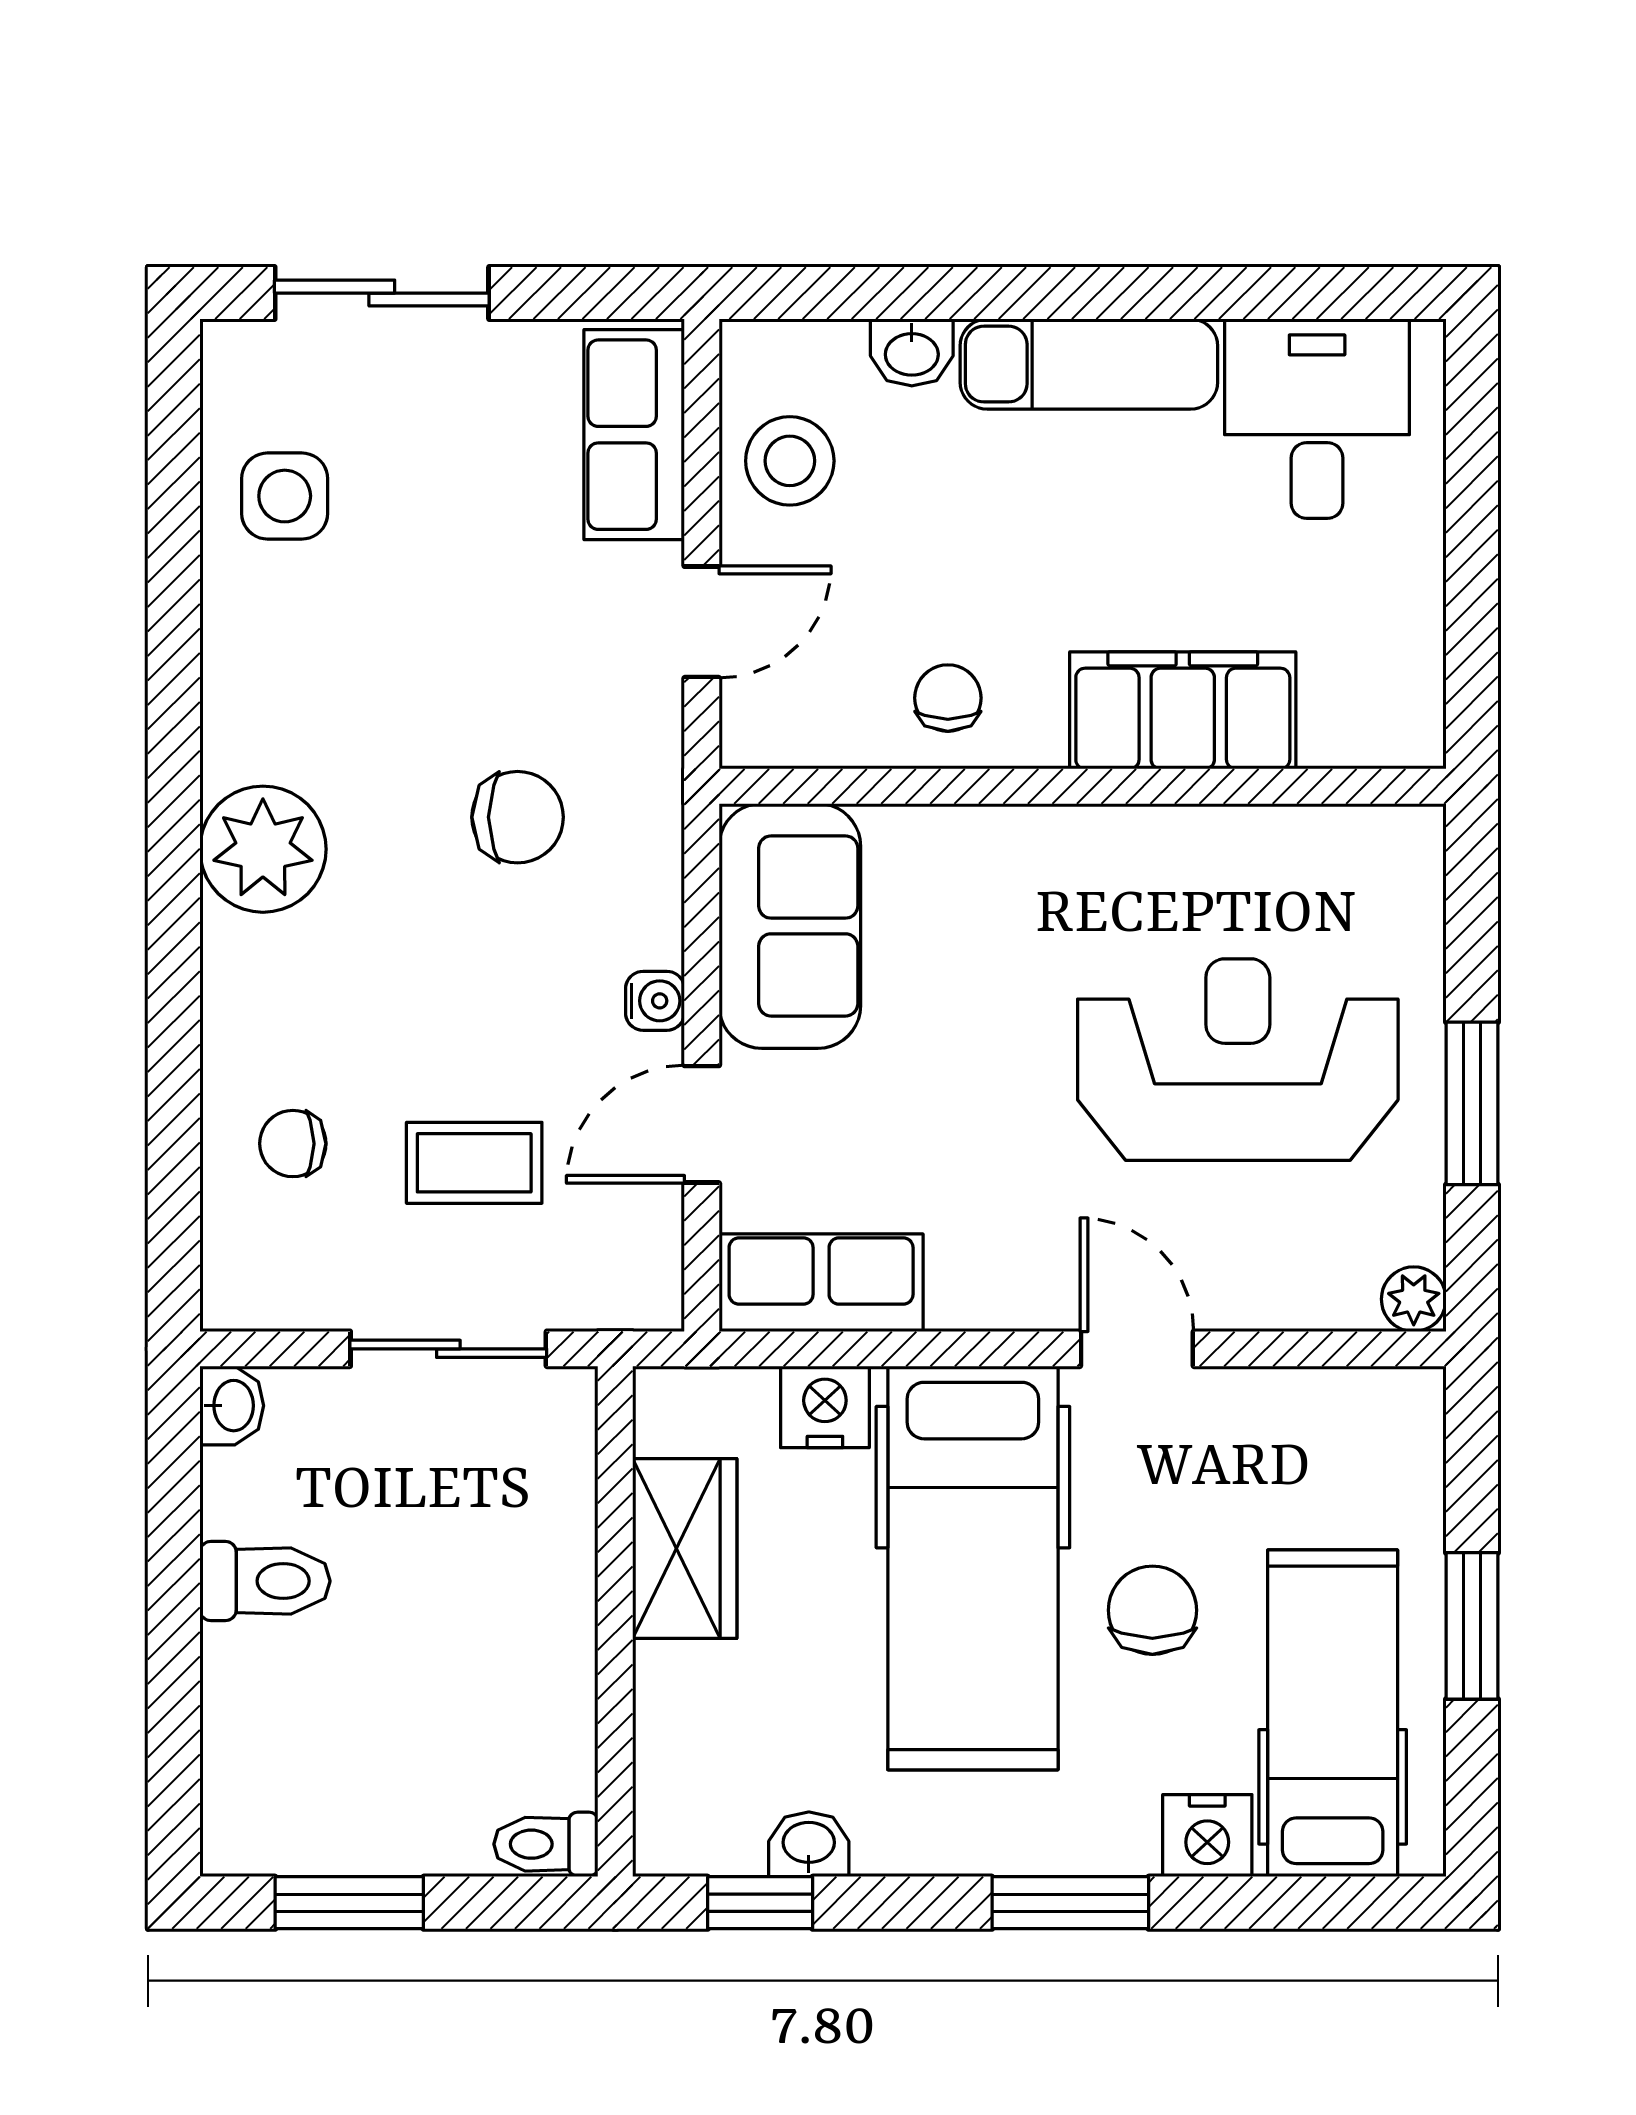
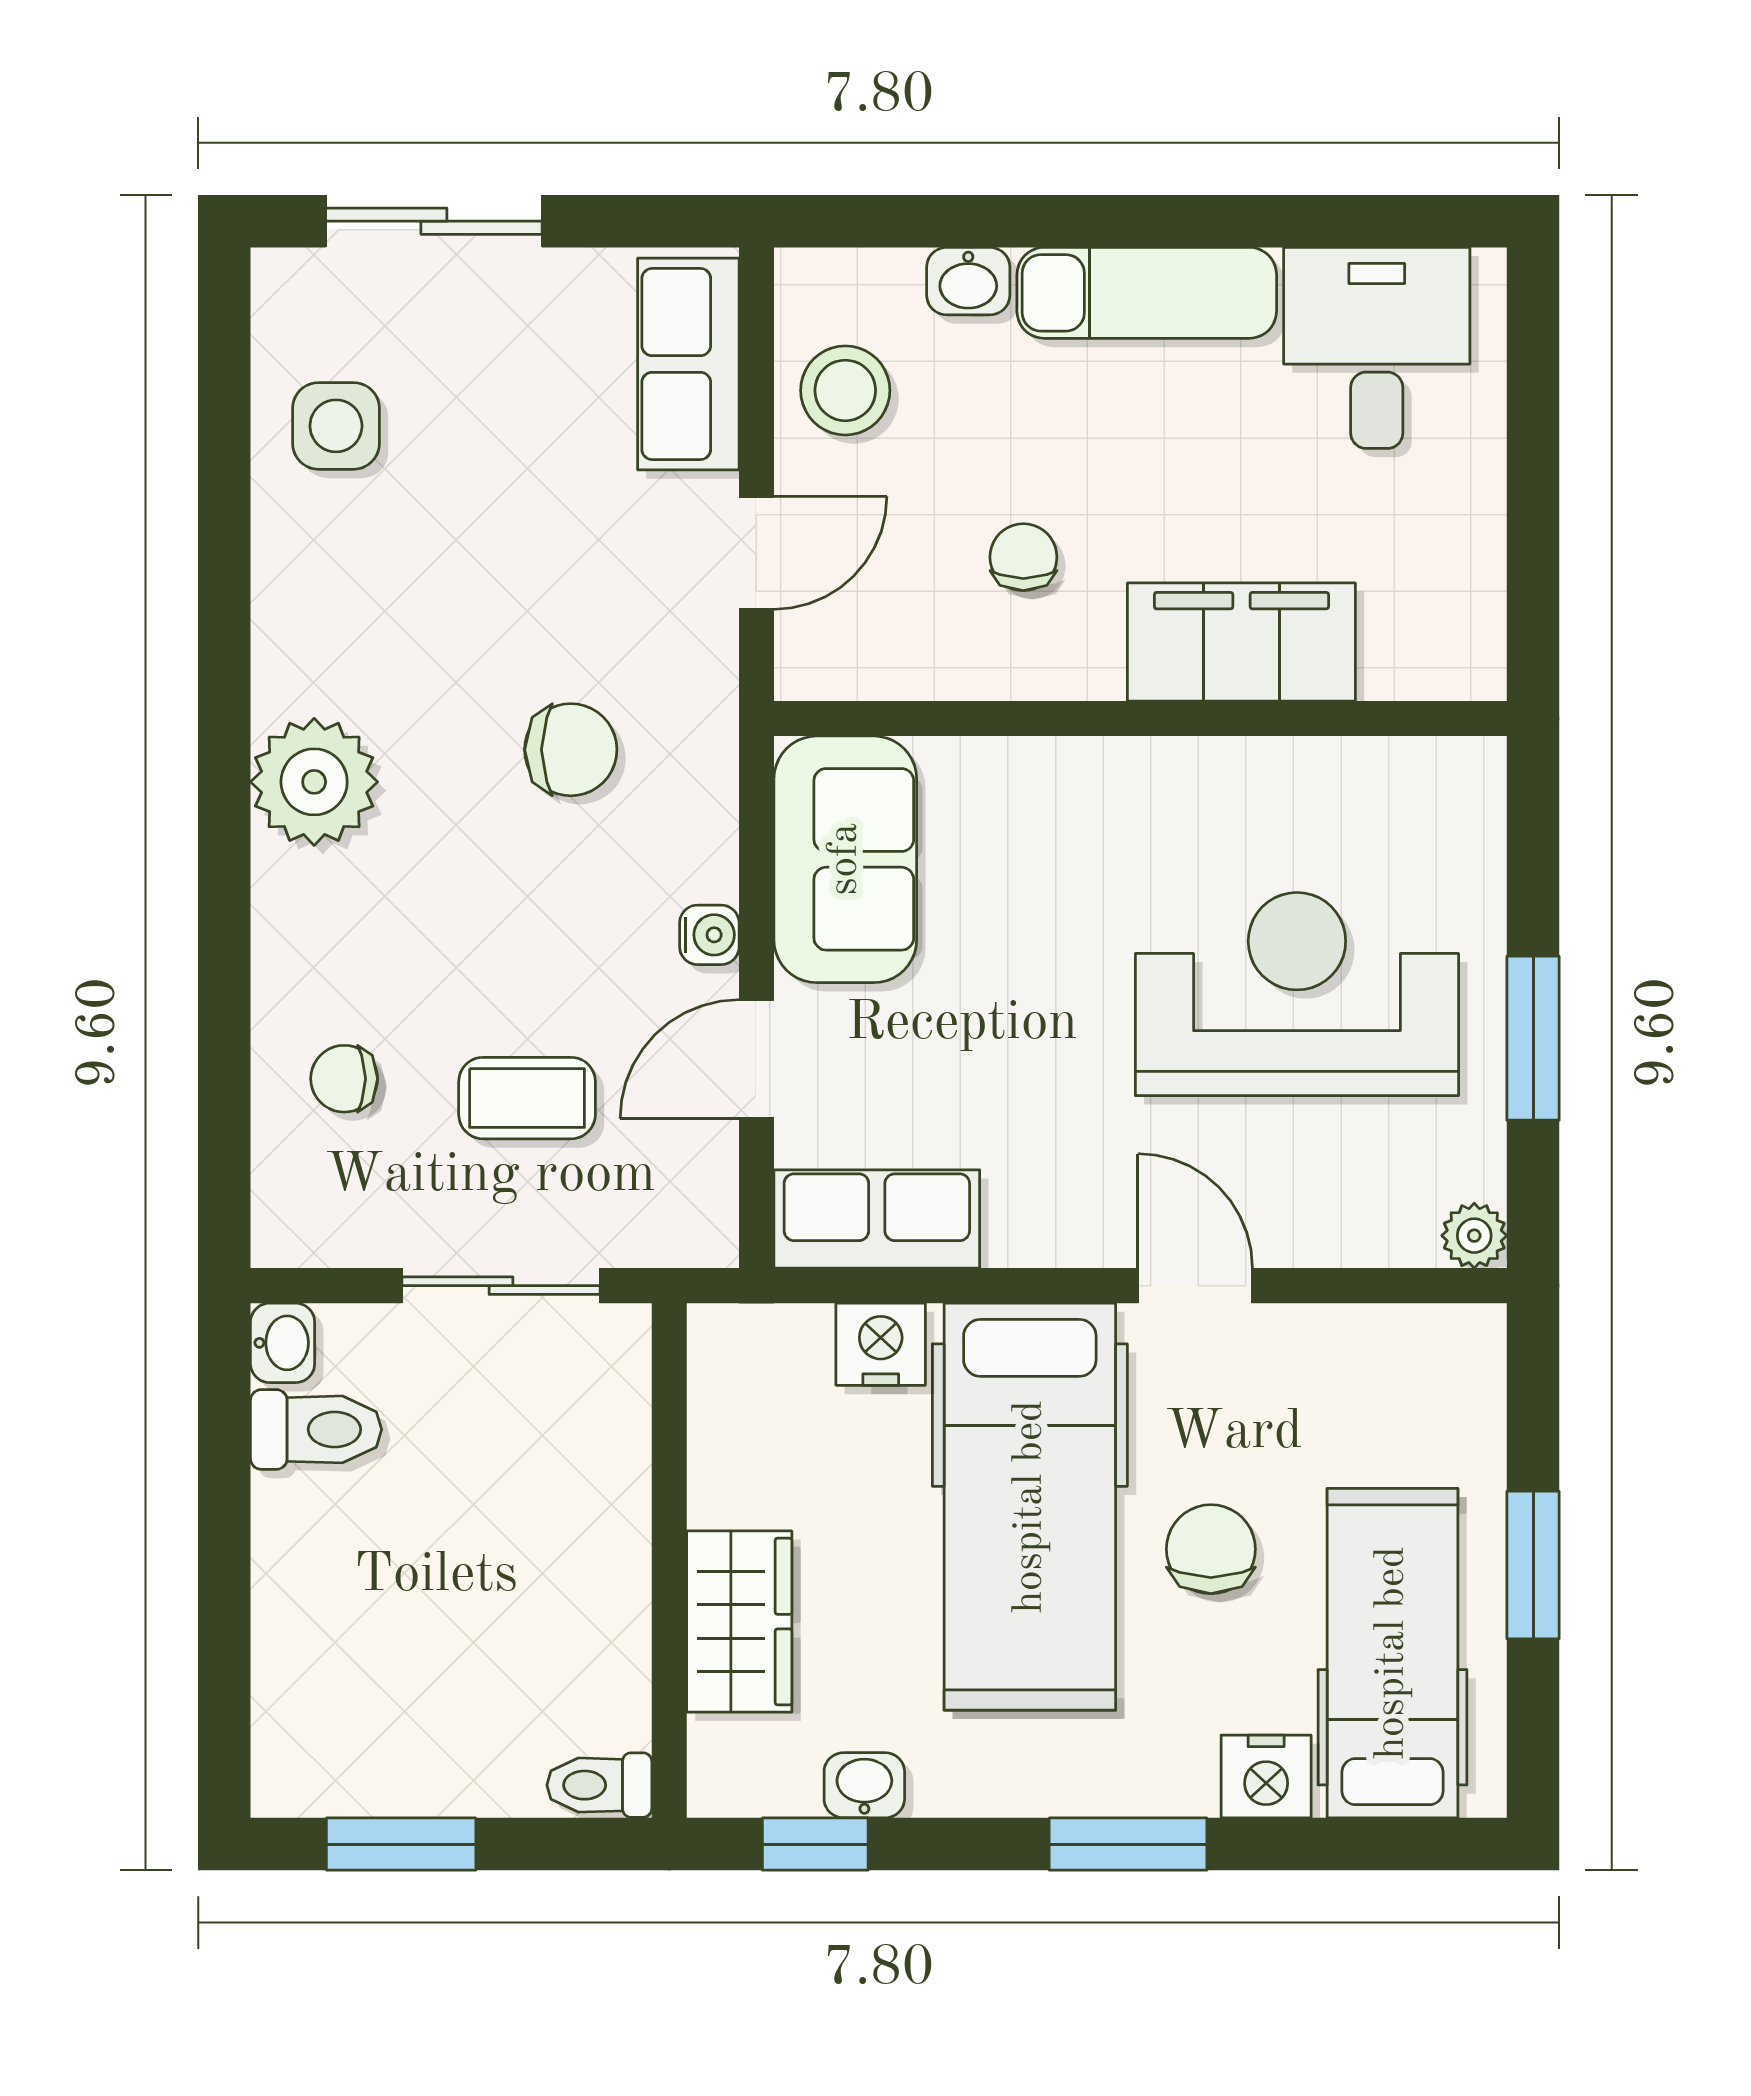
chair: (948, 698) -> (1023, 557), moved
wardrobe: (685, 1548) -> (739, 1622), moved
toilet: (265, 1581) -> (316, 1429), moved

